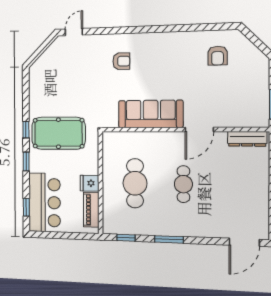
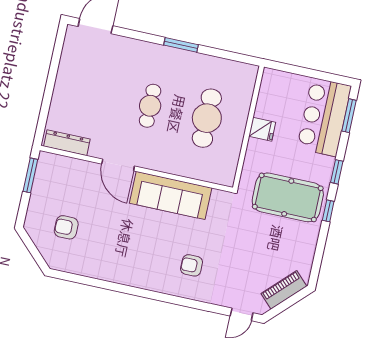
armchair: (218, 56) -> (66, 227), moved, turned -90
door: (199, 129) -> (118, 165), swing flipped
window: (26, 207) -> (349, 116), width x1.50
piano: (91, 210) -> (284, 290), moved, turned -135
window: (126, 238) -> (232, 56), removed

